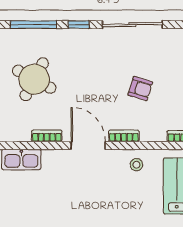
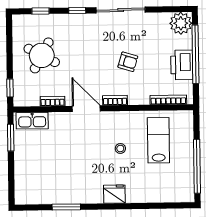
window: (34, 25) -> (41, 11), width x0.46
stool: (136, 165) -> (120, 148), moved

